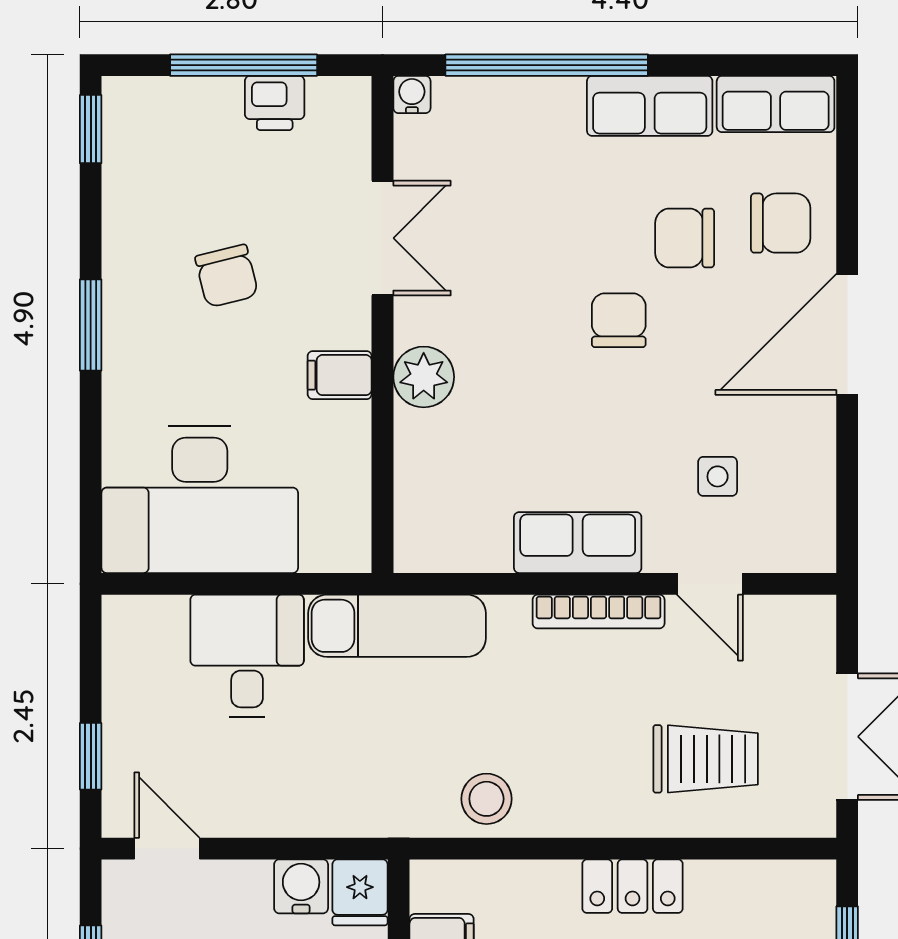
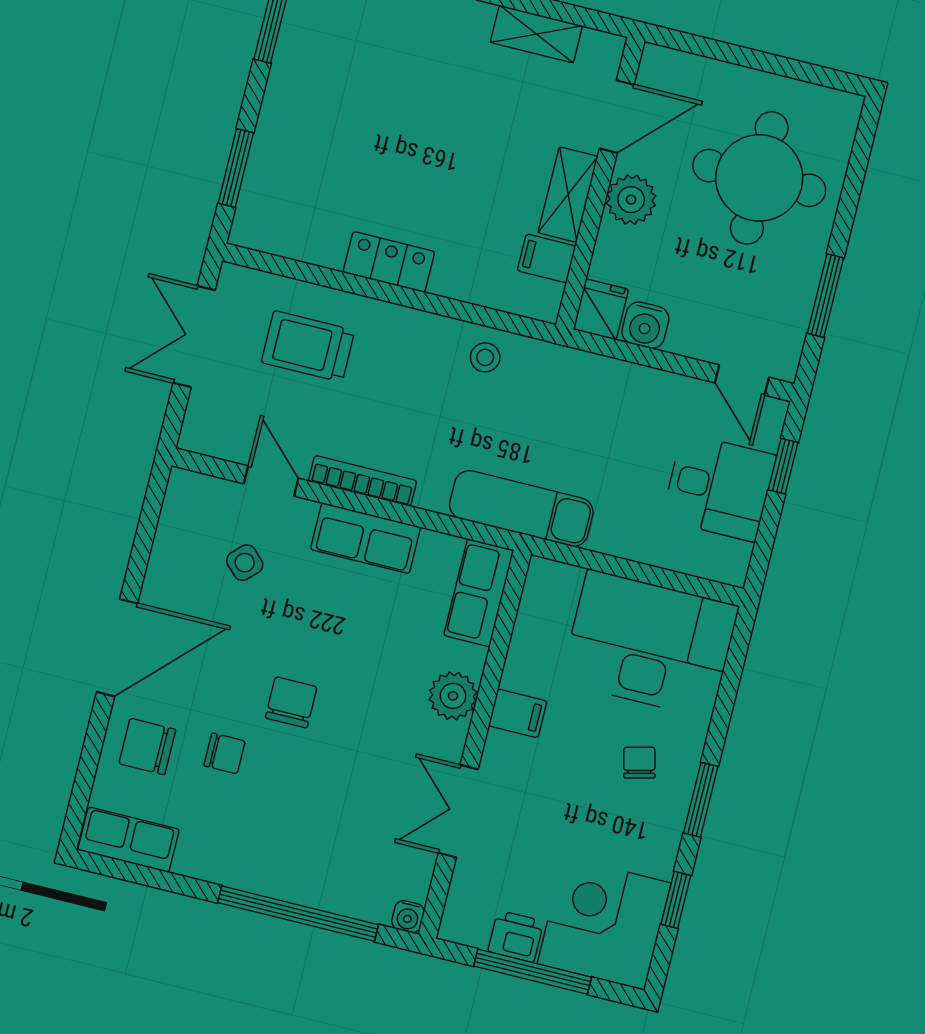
row of seats: (650, 106) -> (479, 593), moved, turned -90
window: (91, 129) -> (676, 900), moved
corner desk: (171, 145) -> (604, 923), added
chair: (685, 238) -> (224, 753), width x0.73, depth x0.73
chair: (227, 276) -> (639, 763), moved, width x0.73, depth x0.73
chair: (619, 320) -> (291, 702), turned 180
side table: (718, 476) -> (245, 563), turned 45
desk: (247, 656) -> (719, 487), moved, turned -90
stool: (486, 799) -> (485, 357), width x0.73, depth x0.73

